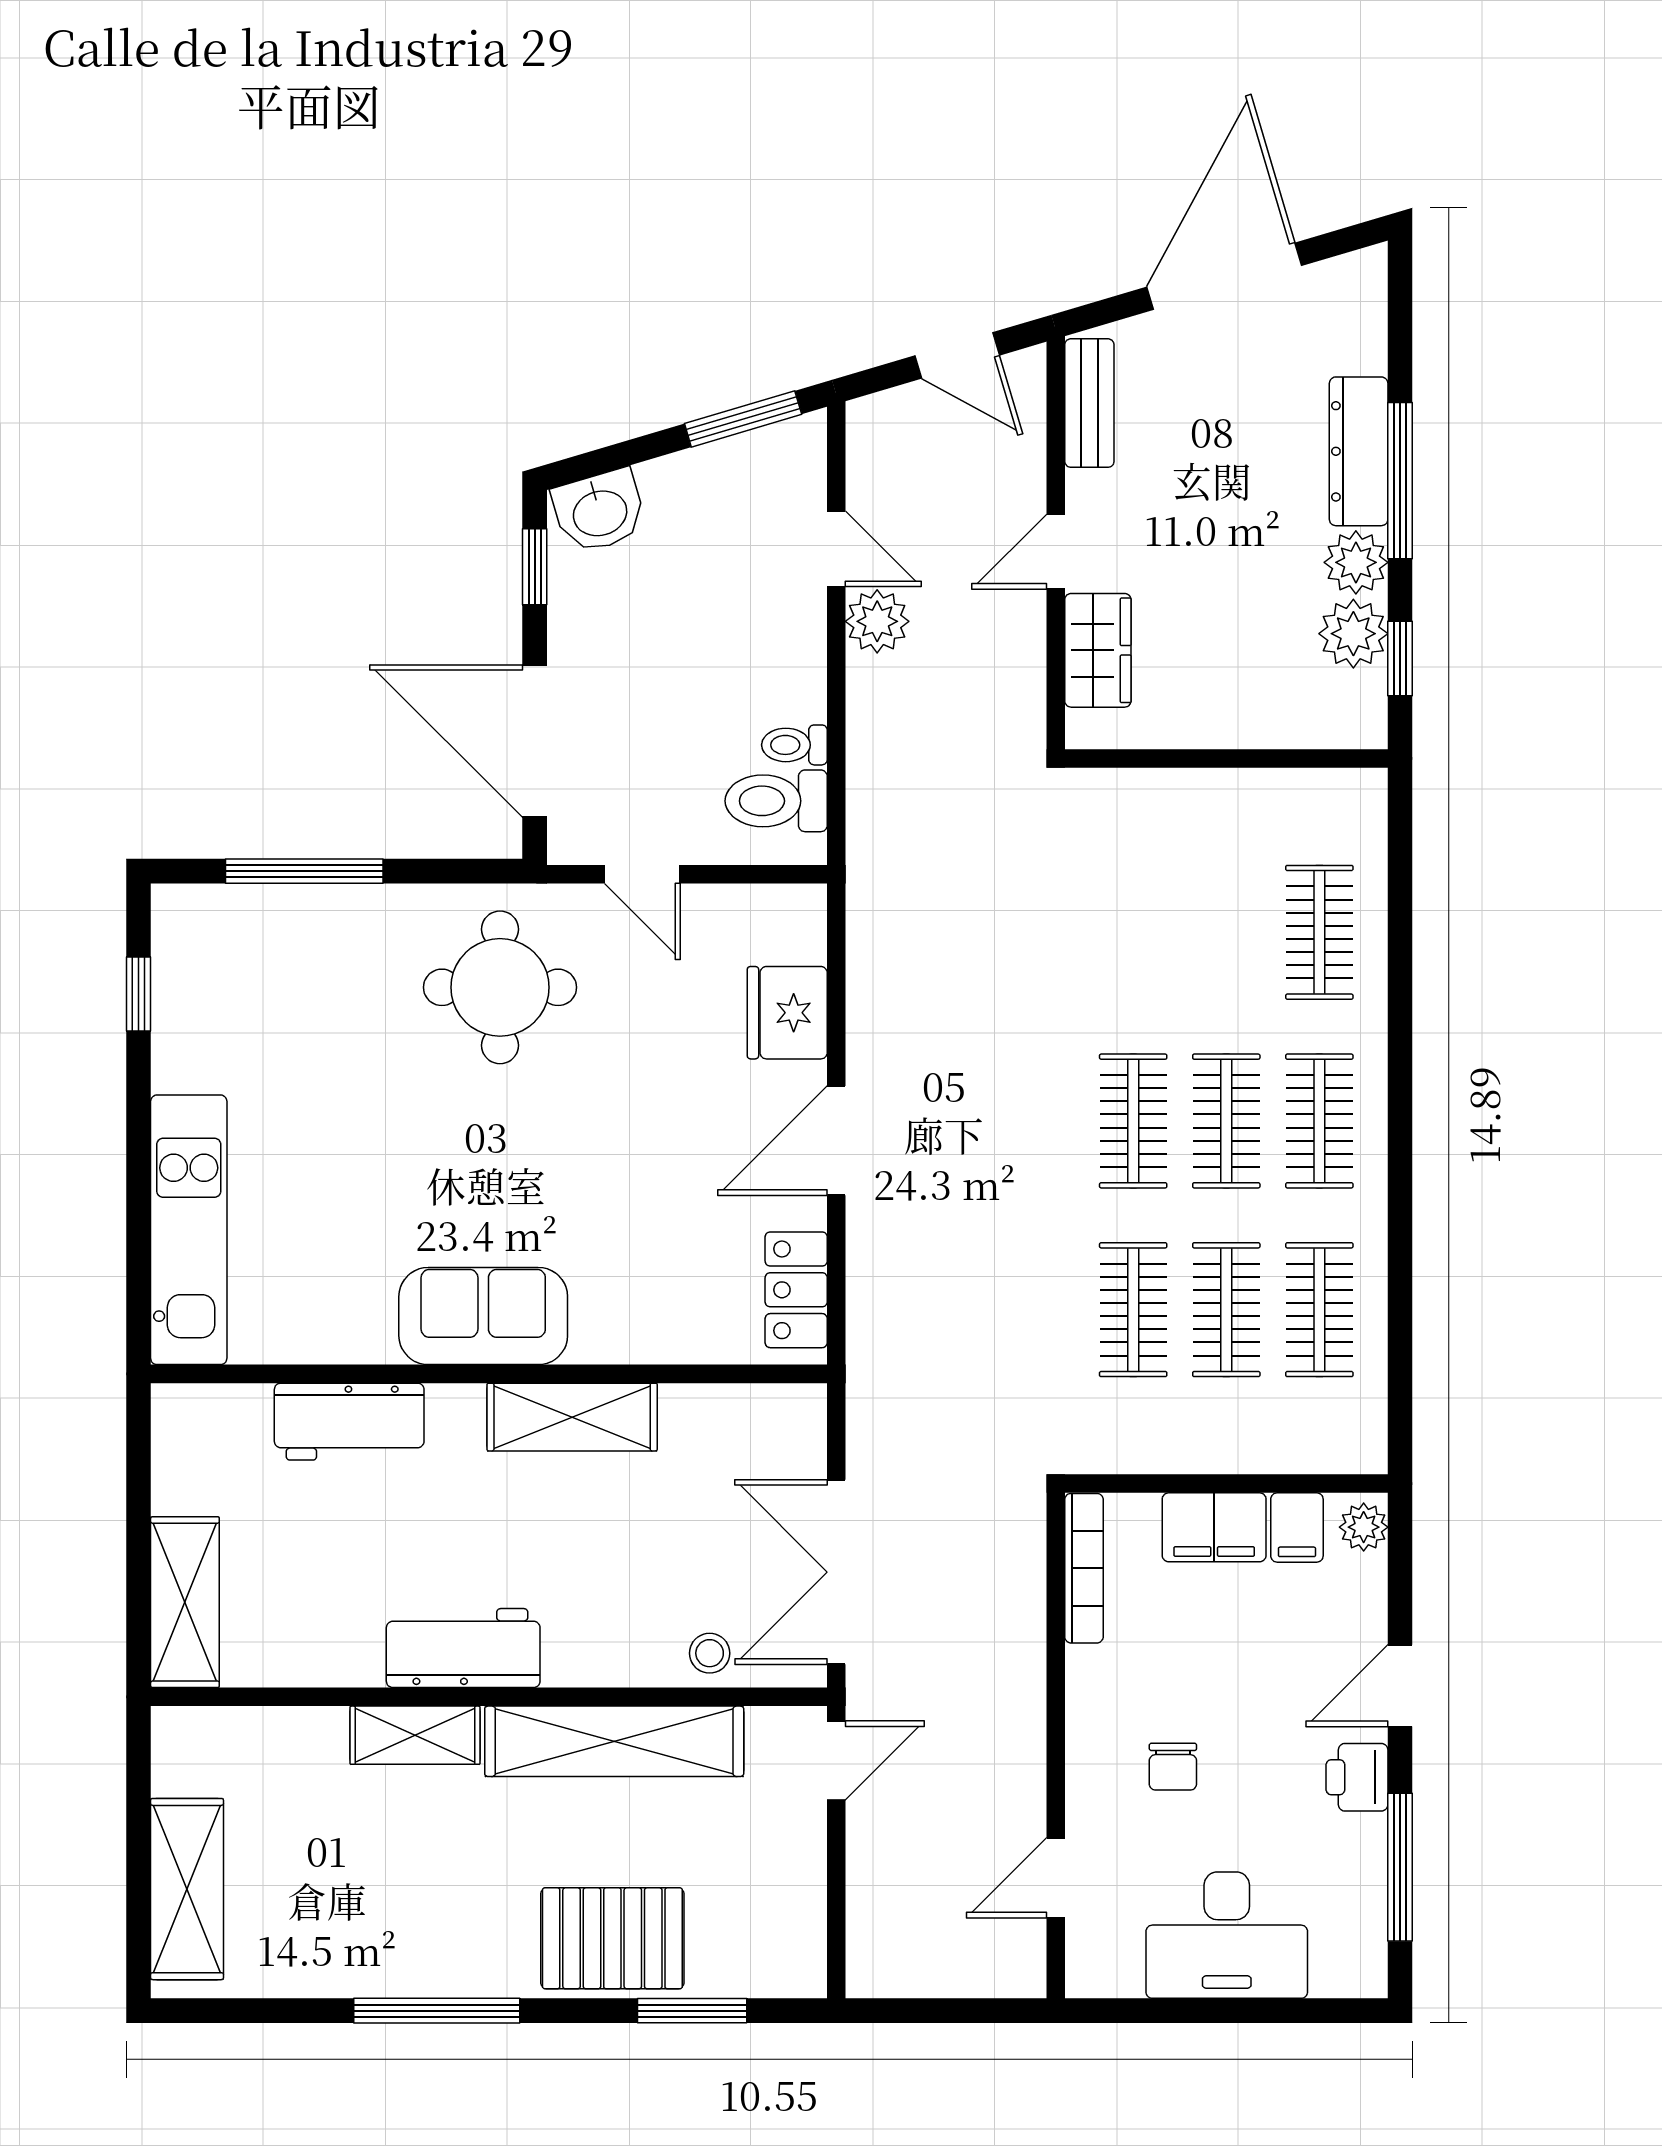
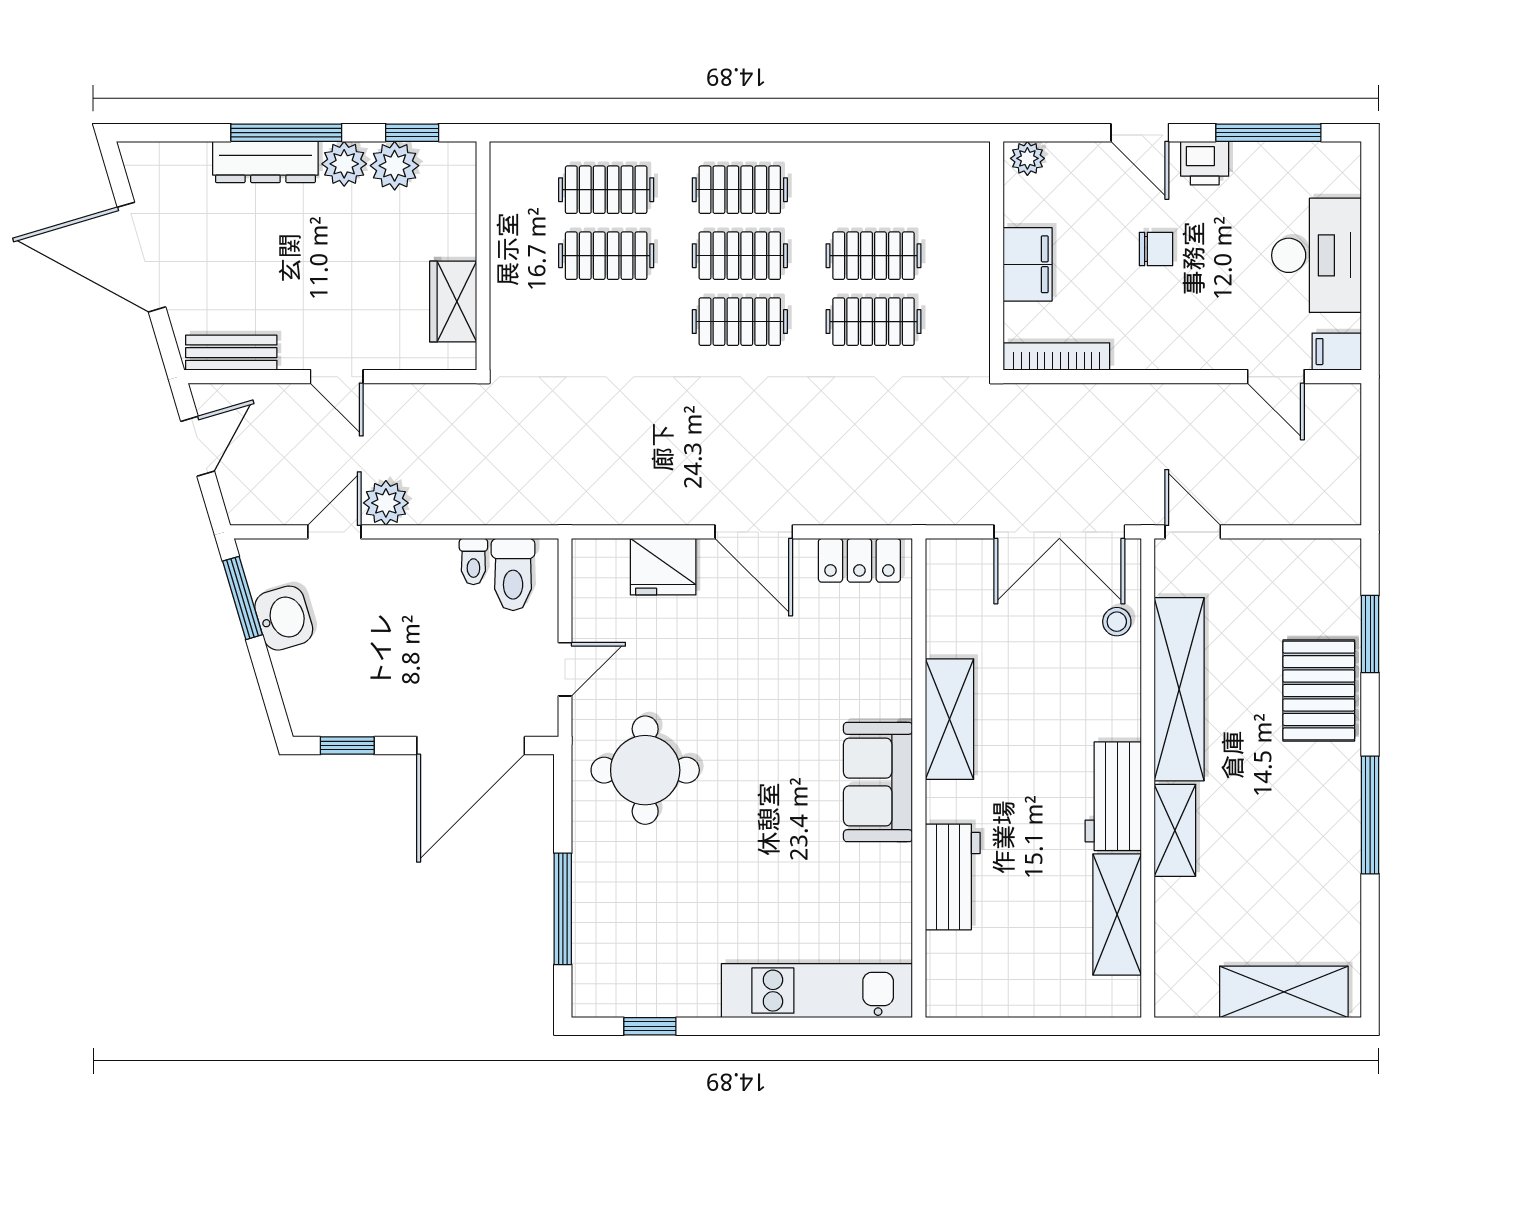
washbasin: (599, 511) -> (284, 618), moved
wardrobe: (1098, 650) -> (453, 302), moved, turned -90
clothes rail: (1319, 1310) -> (606, 256), moved
filing cabinet: (1297, 1528) -> (1337, 352), moved, turned 180
shelving: (185, 1602) -> (1117, 915), moved, turned 90
chair: (1173, 1767) -> (1156, 249), moved

